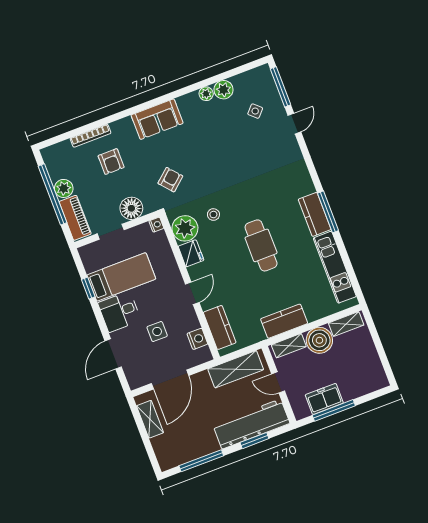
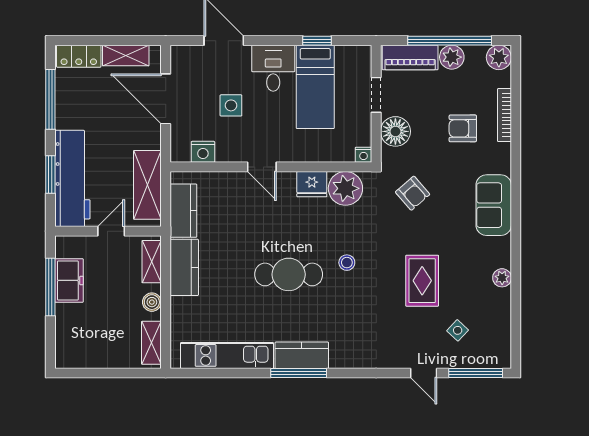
plant: (224, 90) -> (499, 57), moved
rug: (230, 149) -> (422, 281), added
stool: (213, 215) -> (347, 263), moved
kitchen counter: (220, 327) -> (183, 211), moved, turned -90
boiler: (319, 340) -> (152, 302), width x0.54, depth x0.54
locker: (163, 452) -> (79, 56), added

